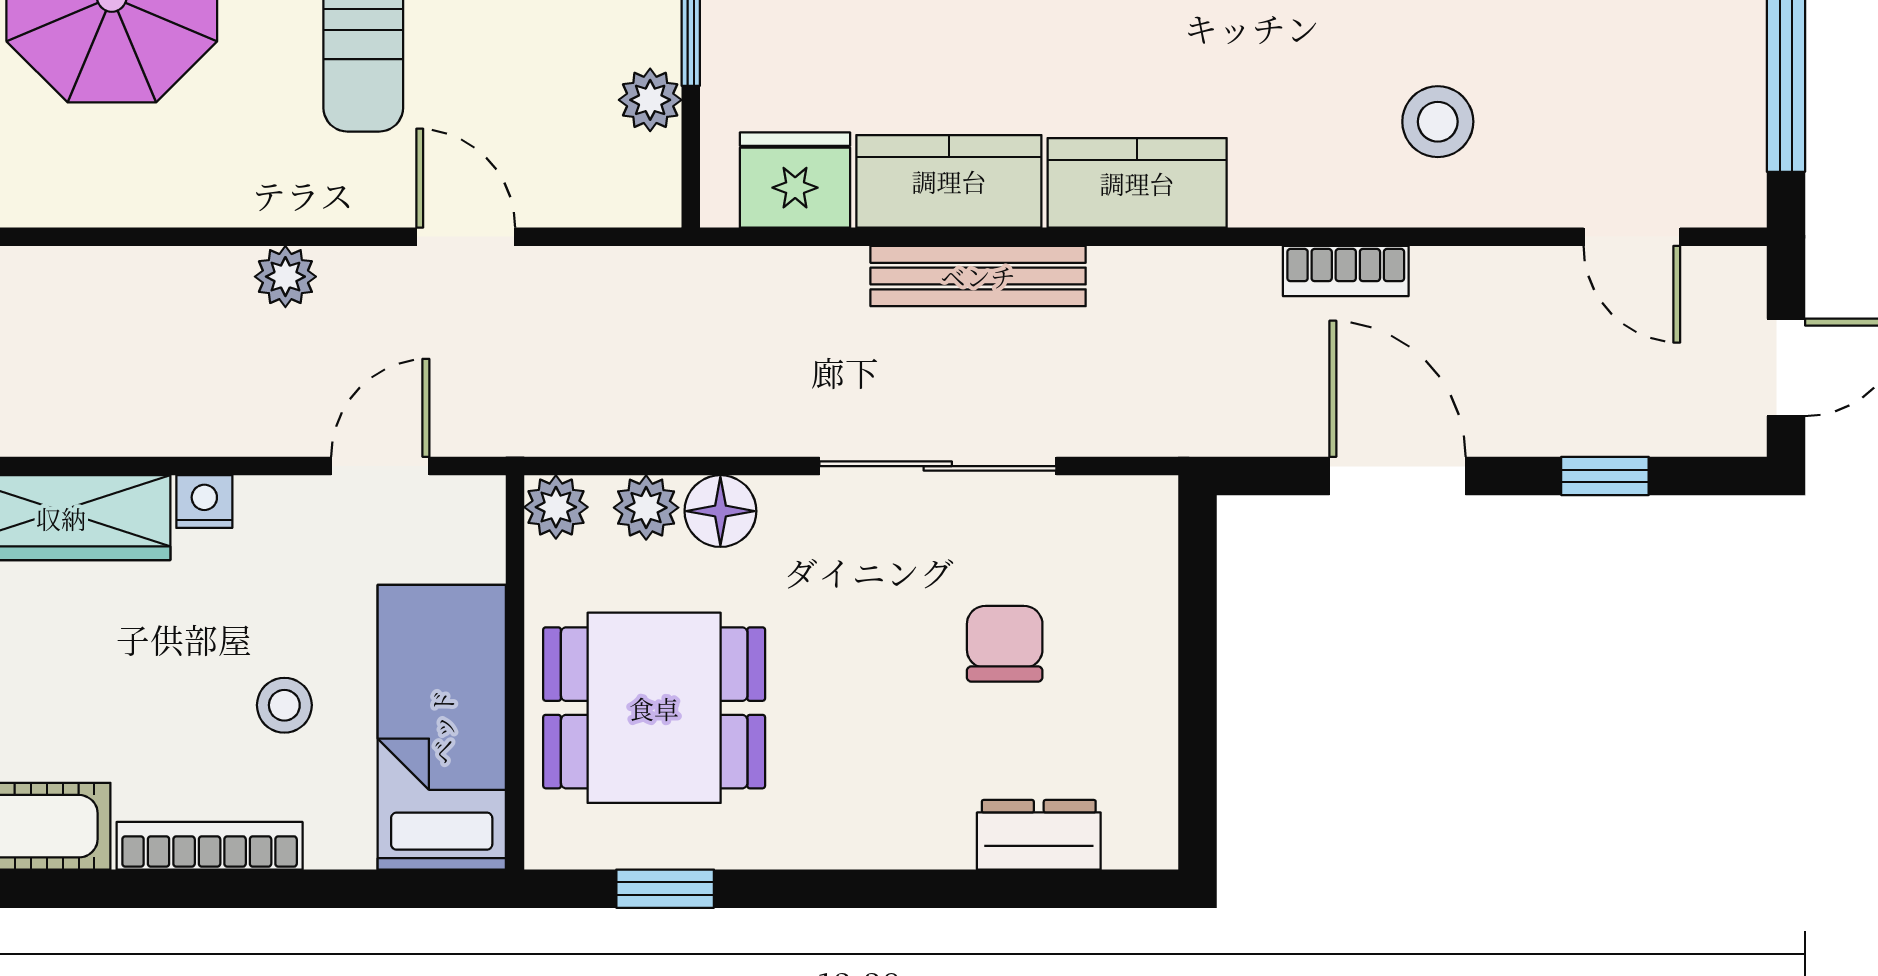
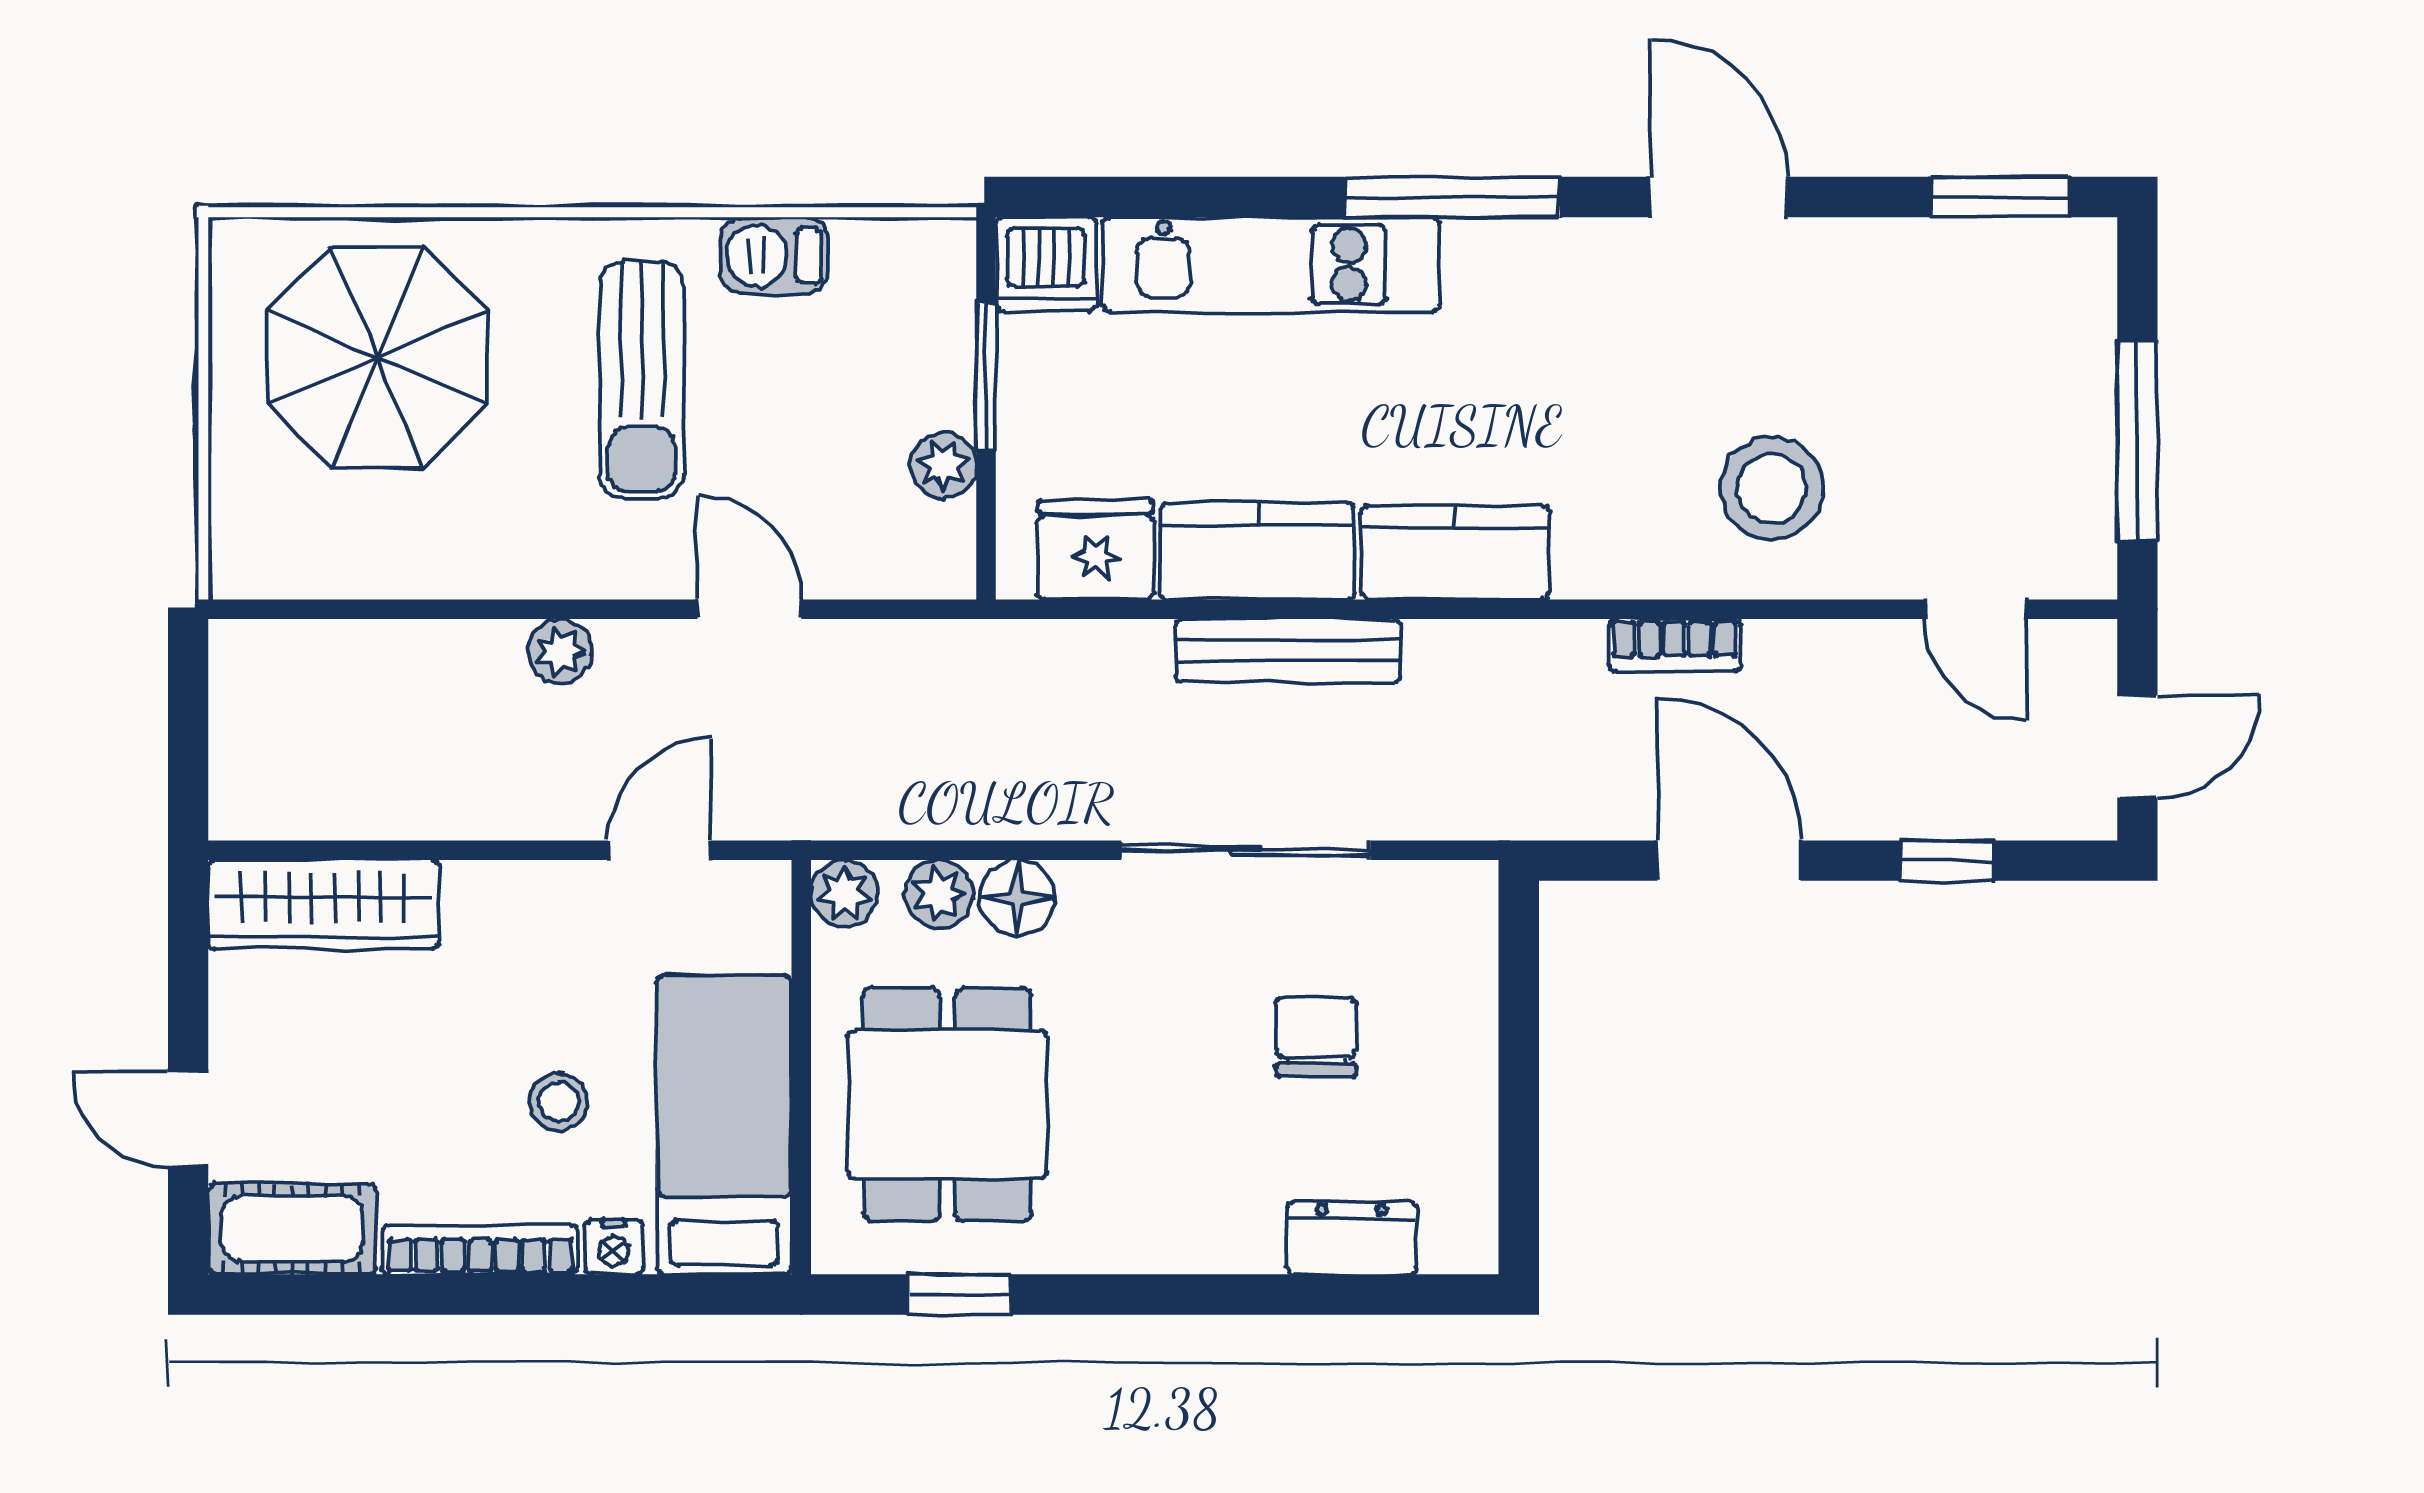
stool: (1438, 122) -> (1771, 488), width x1.38, depth x1.38
nightstand: (204, 502) -> (614, 1247), moved, turned 180
dining table: (654, 708) -> (948, 1104), turned 90

